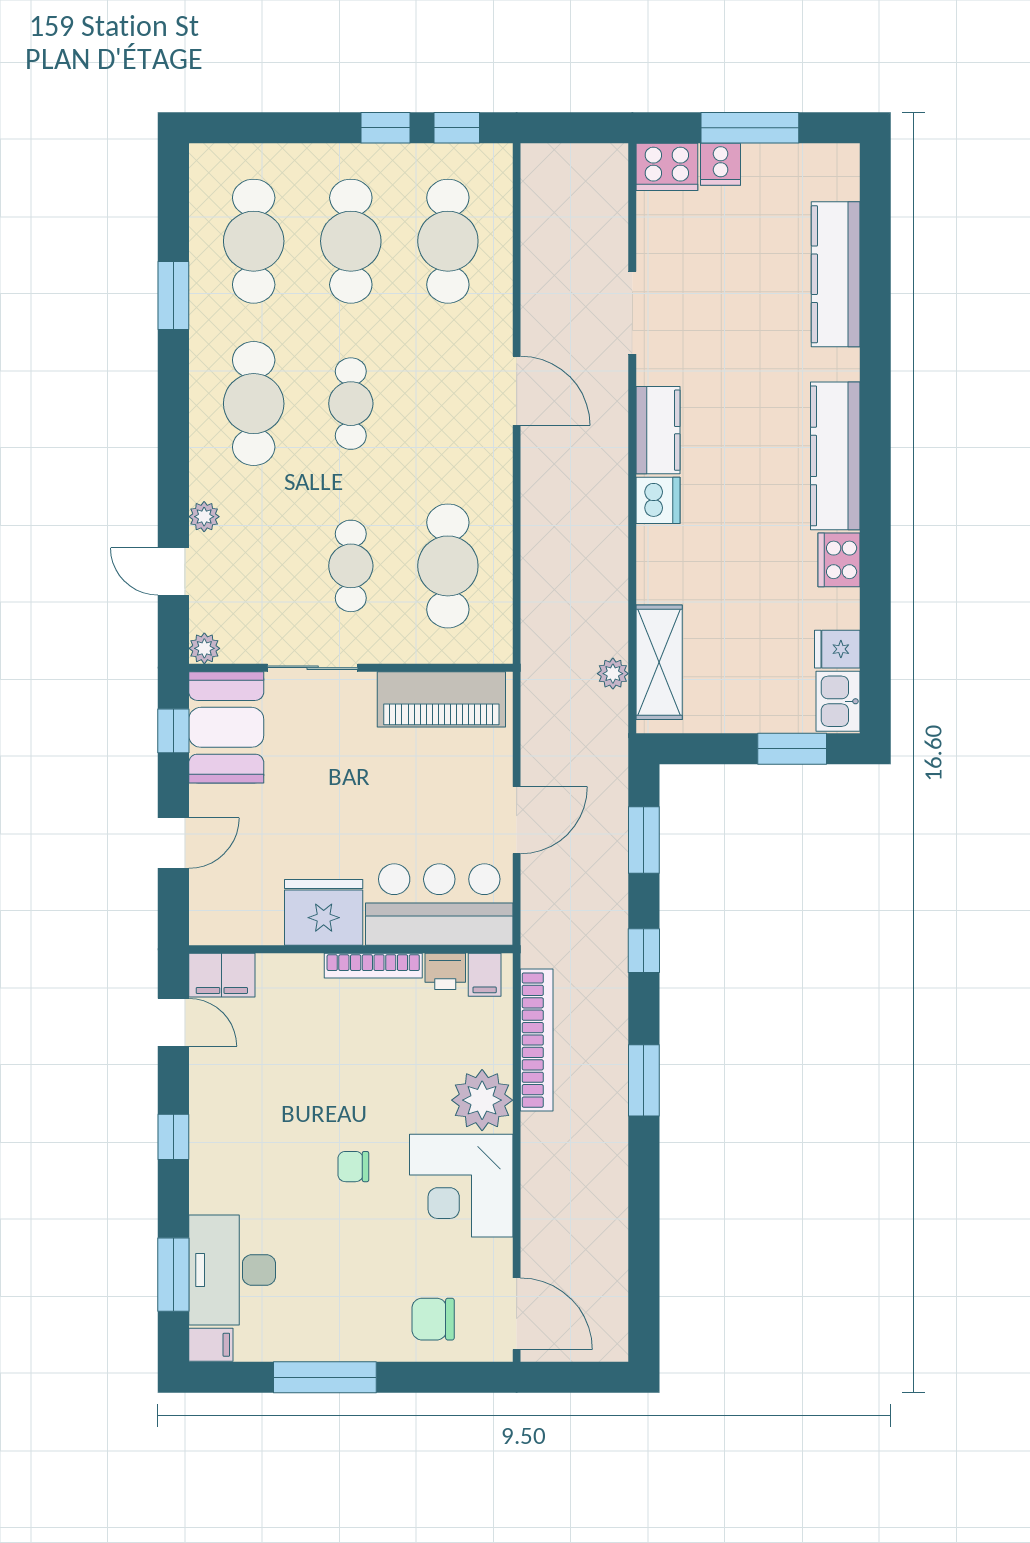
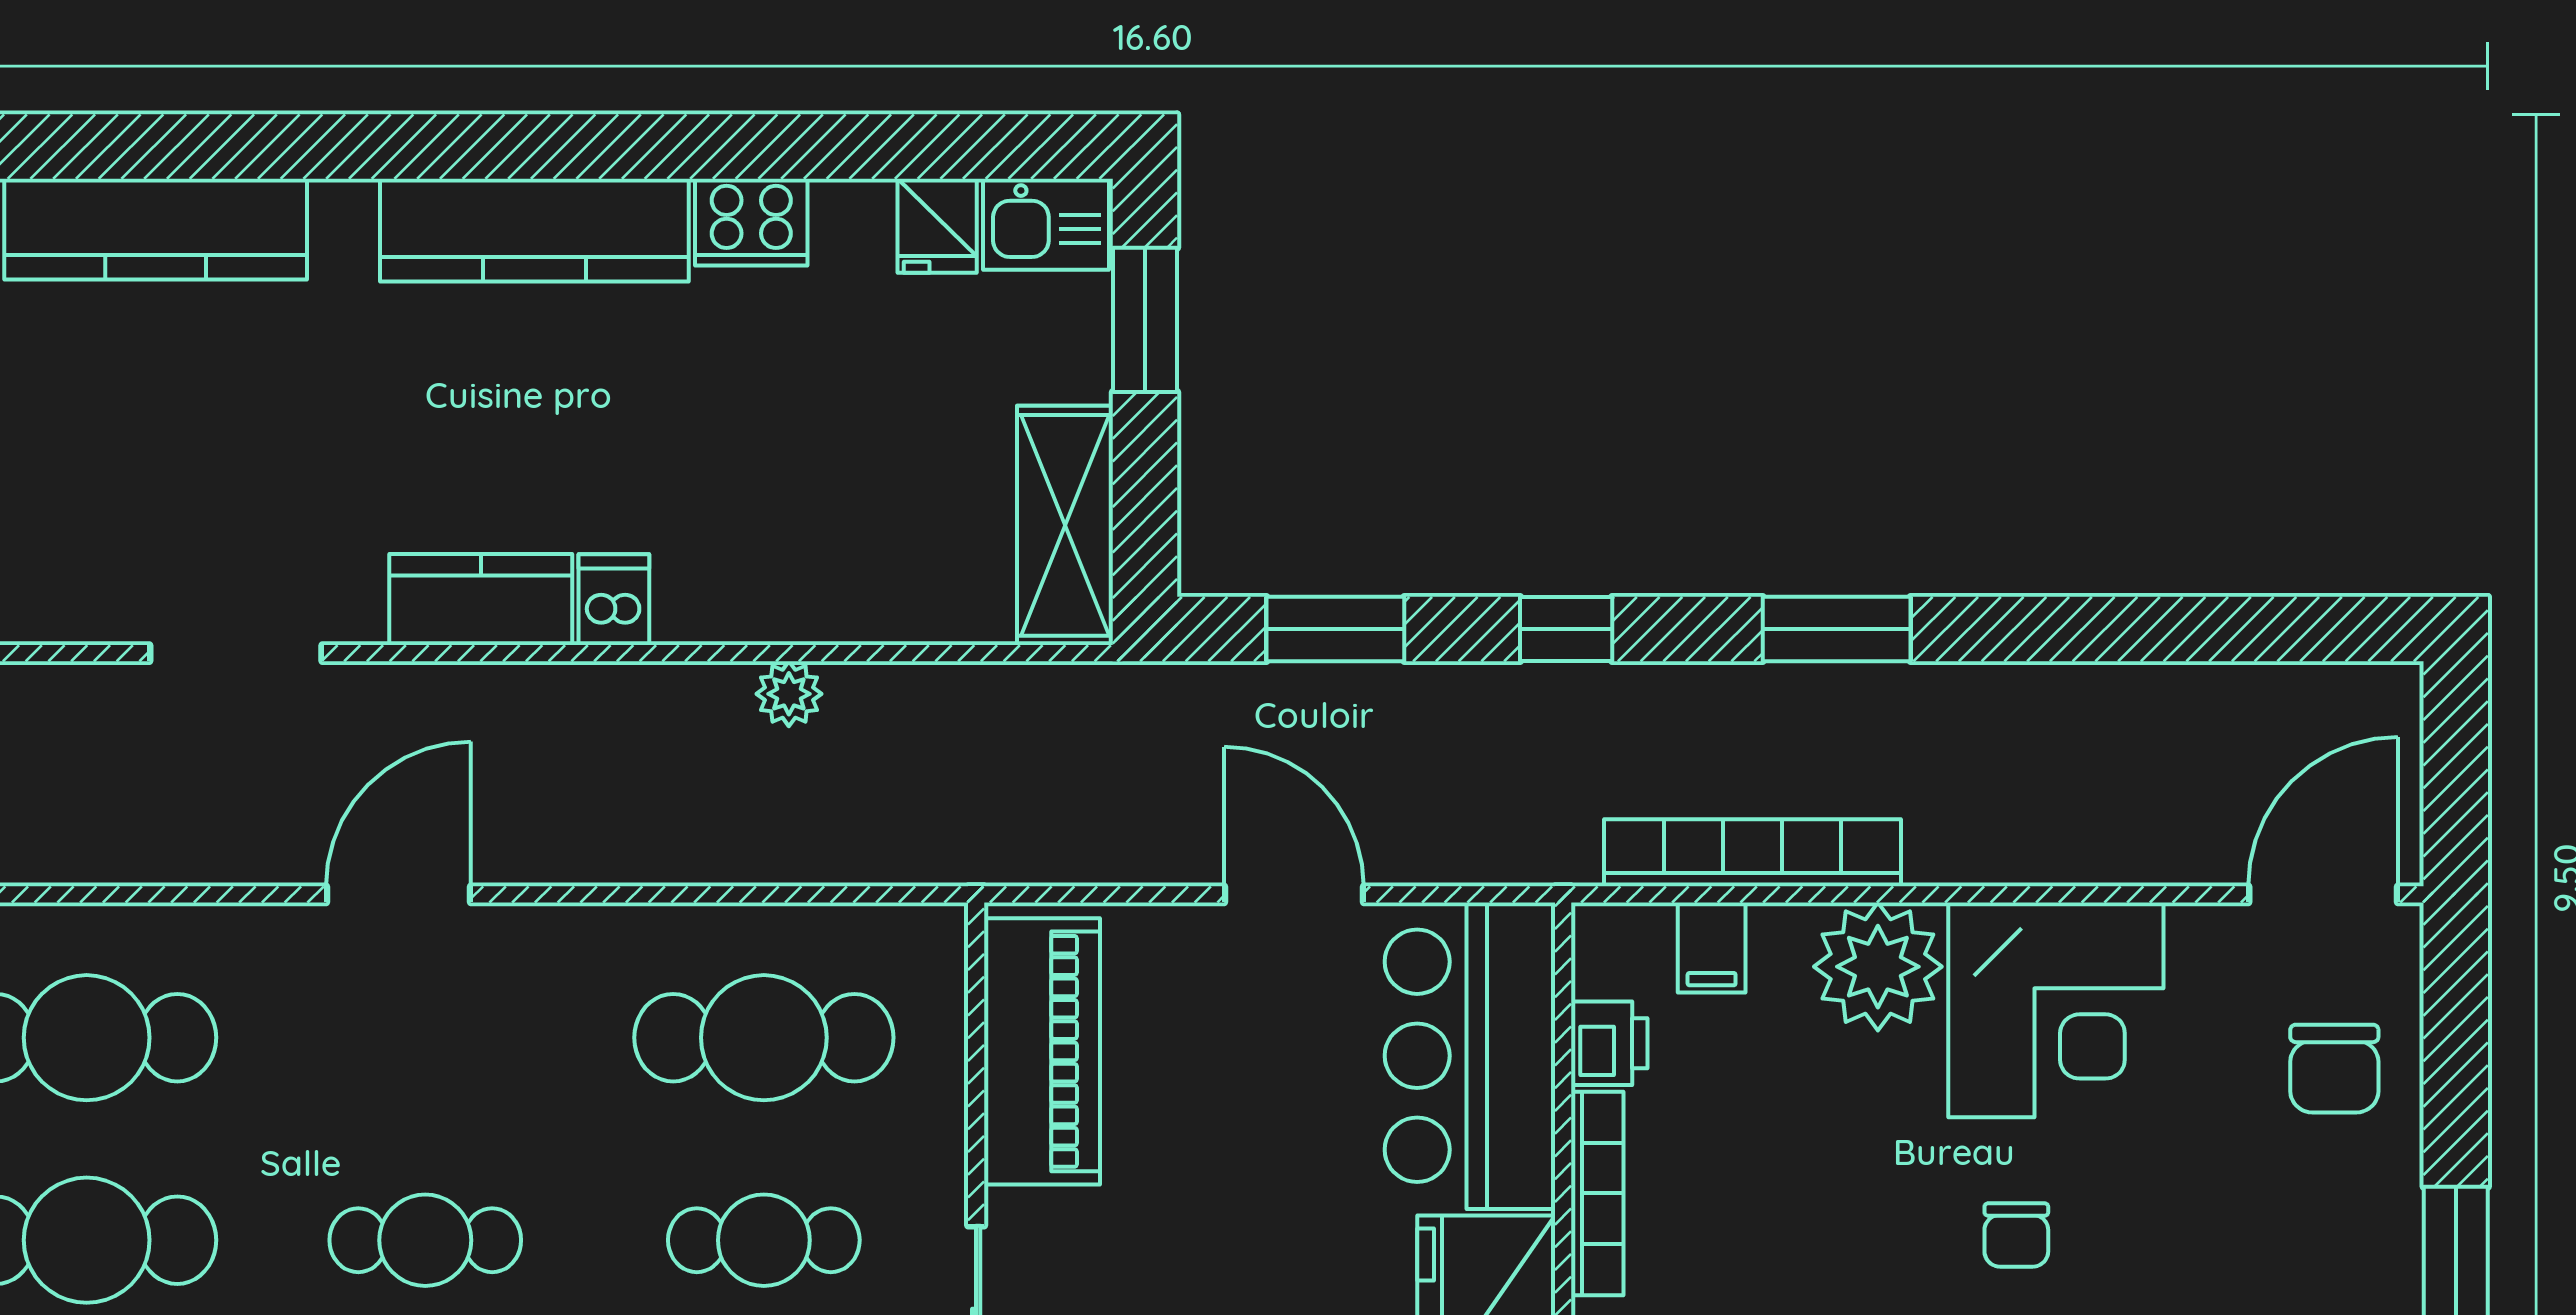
dishwasher: (658, 500) -> (614, 600), width x0.73
shelving: (659, 662) -> (1065, 525), moved, turned 90
plant: (613, 674) -> (789, 694), moved
filing cabinet: (485, 975) -> (1712, 948), moved, turned 90

